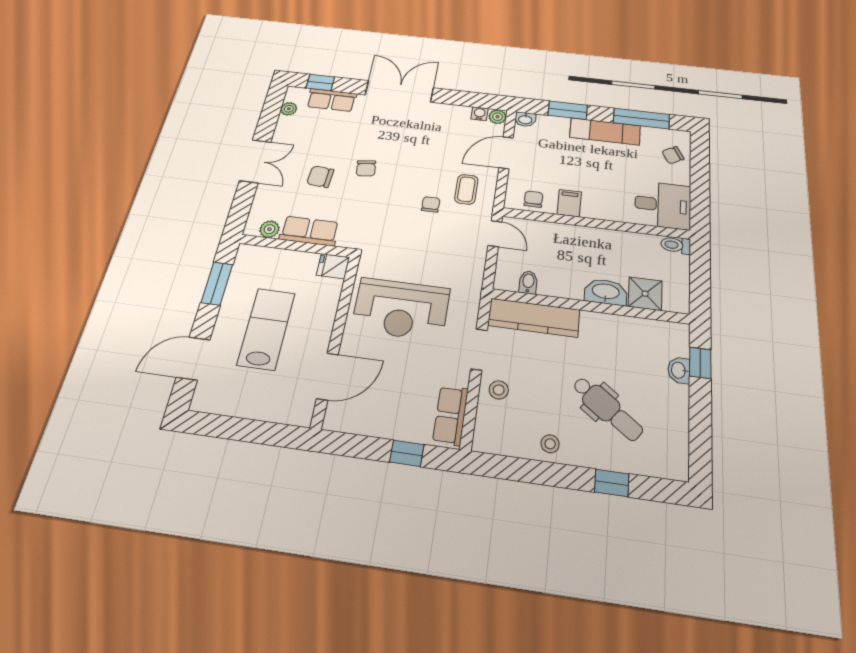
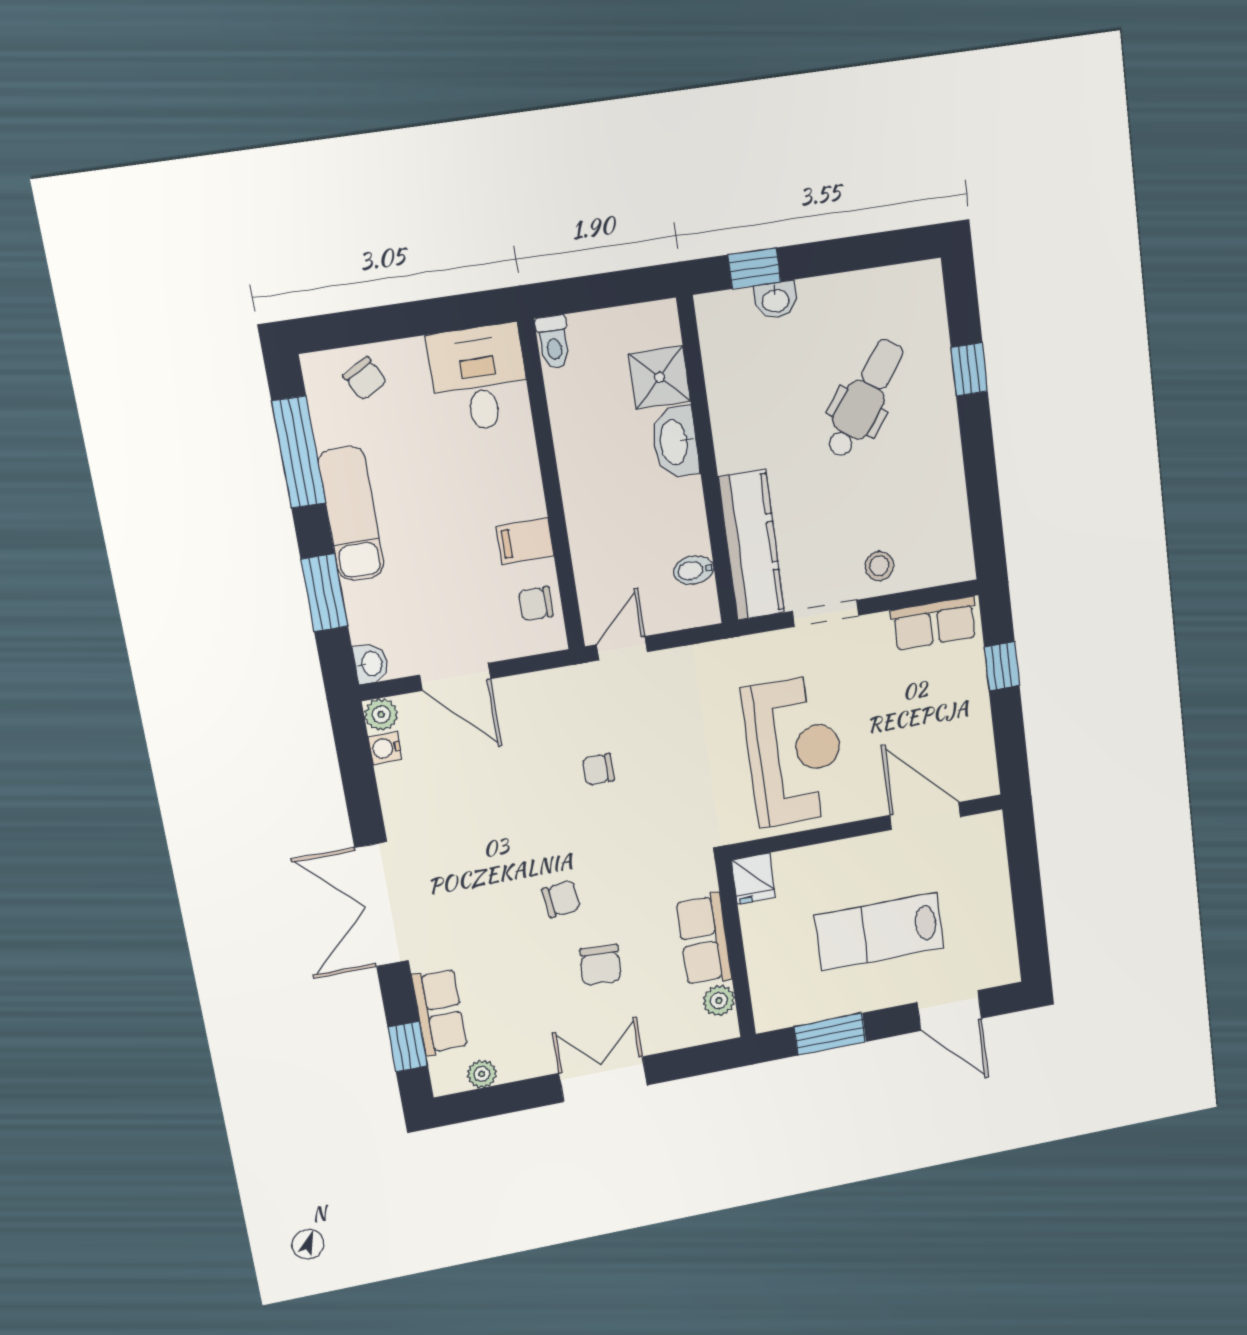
coffee table: (466, 189) -> (551, 721), removed
stool: (550, 444) -> (938, 470), removed

